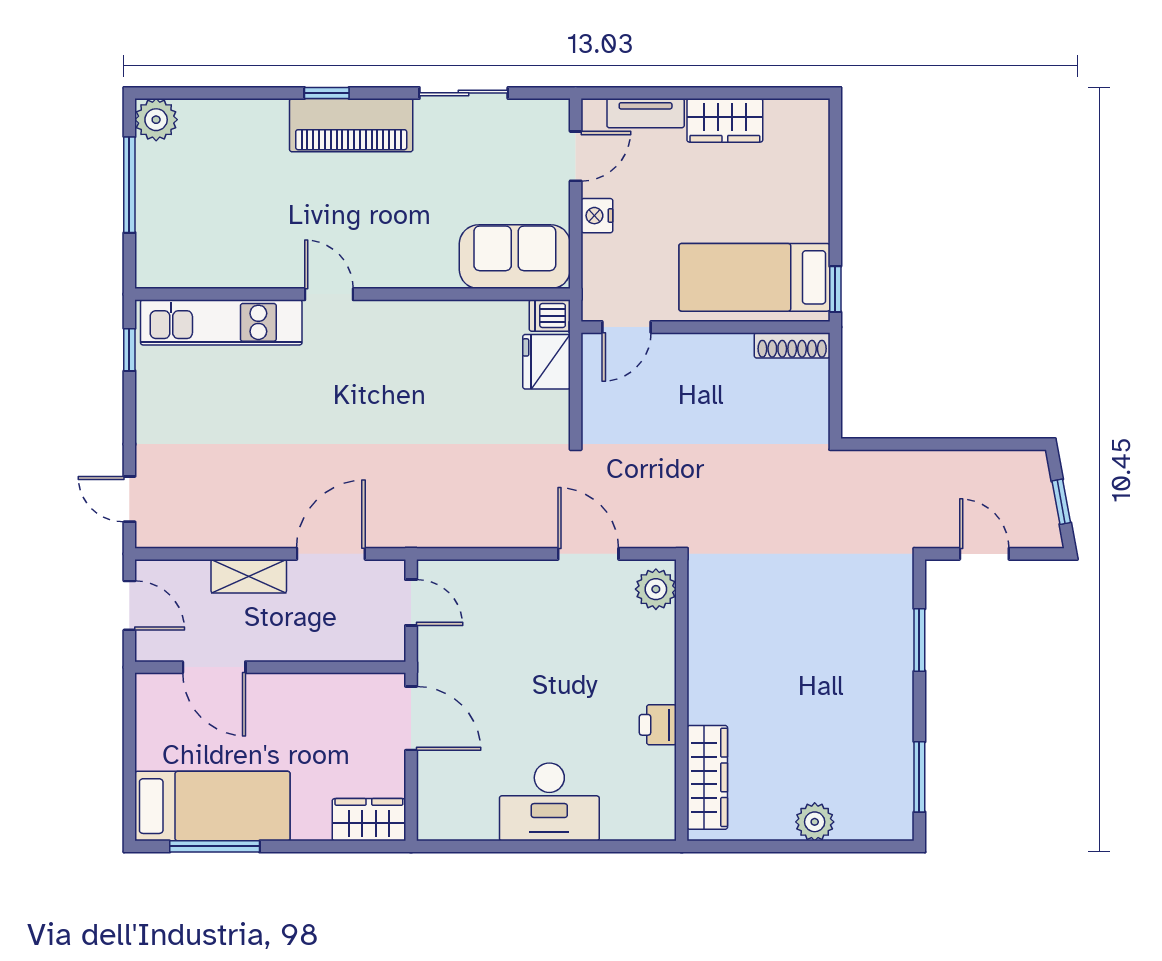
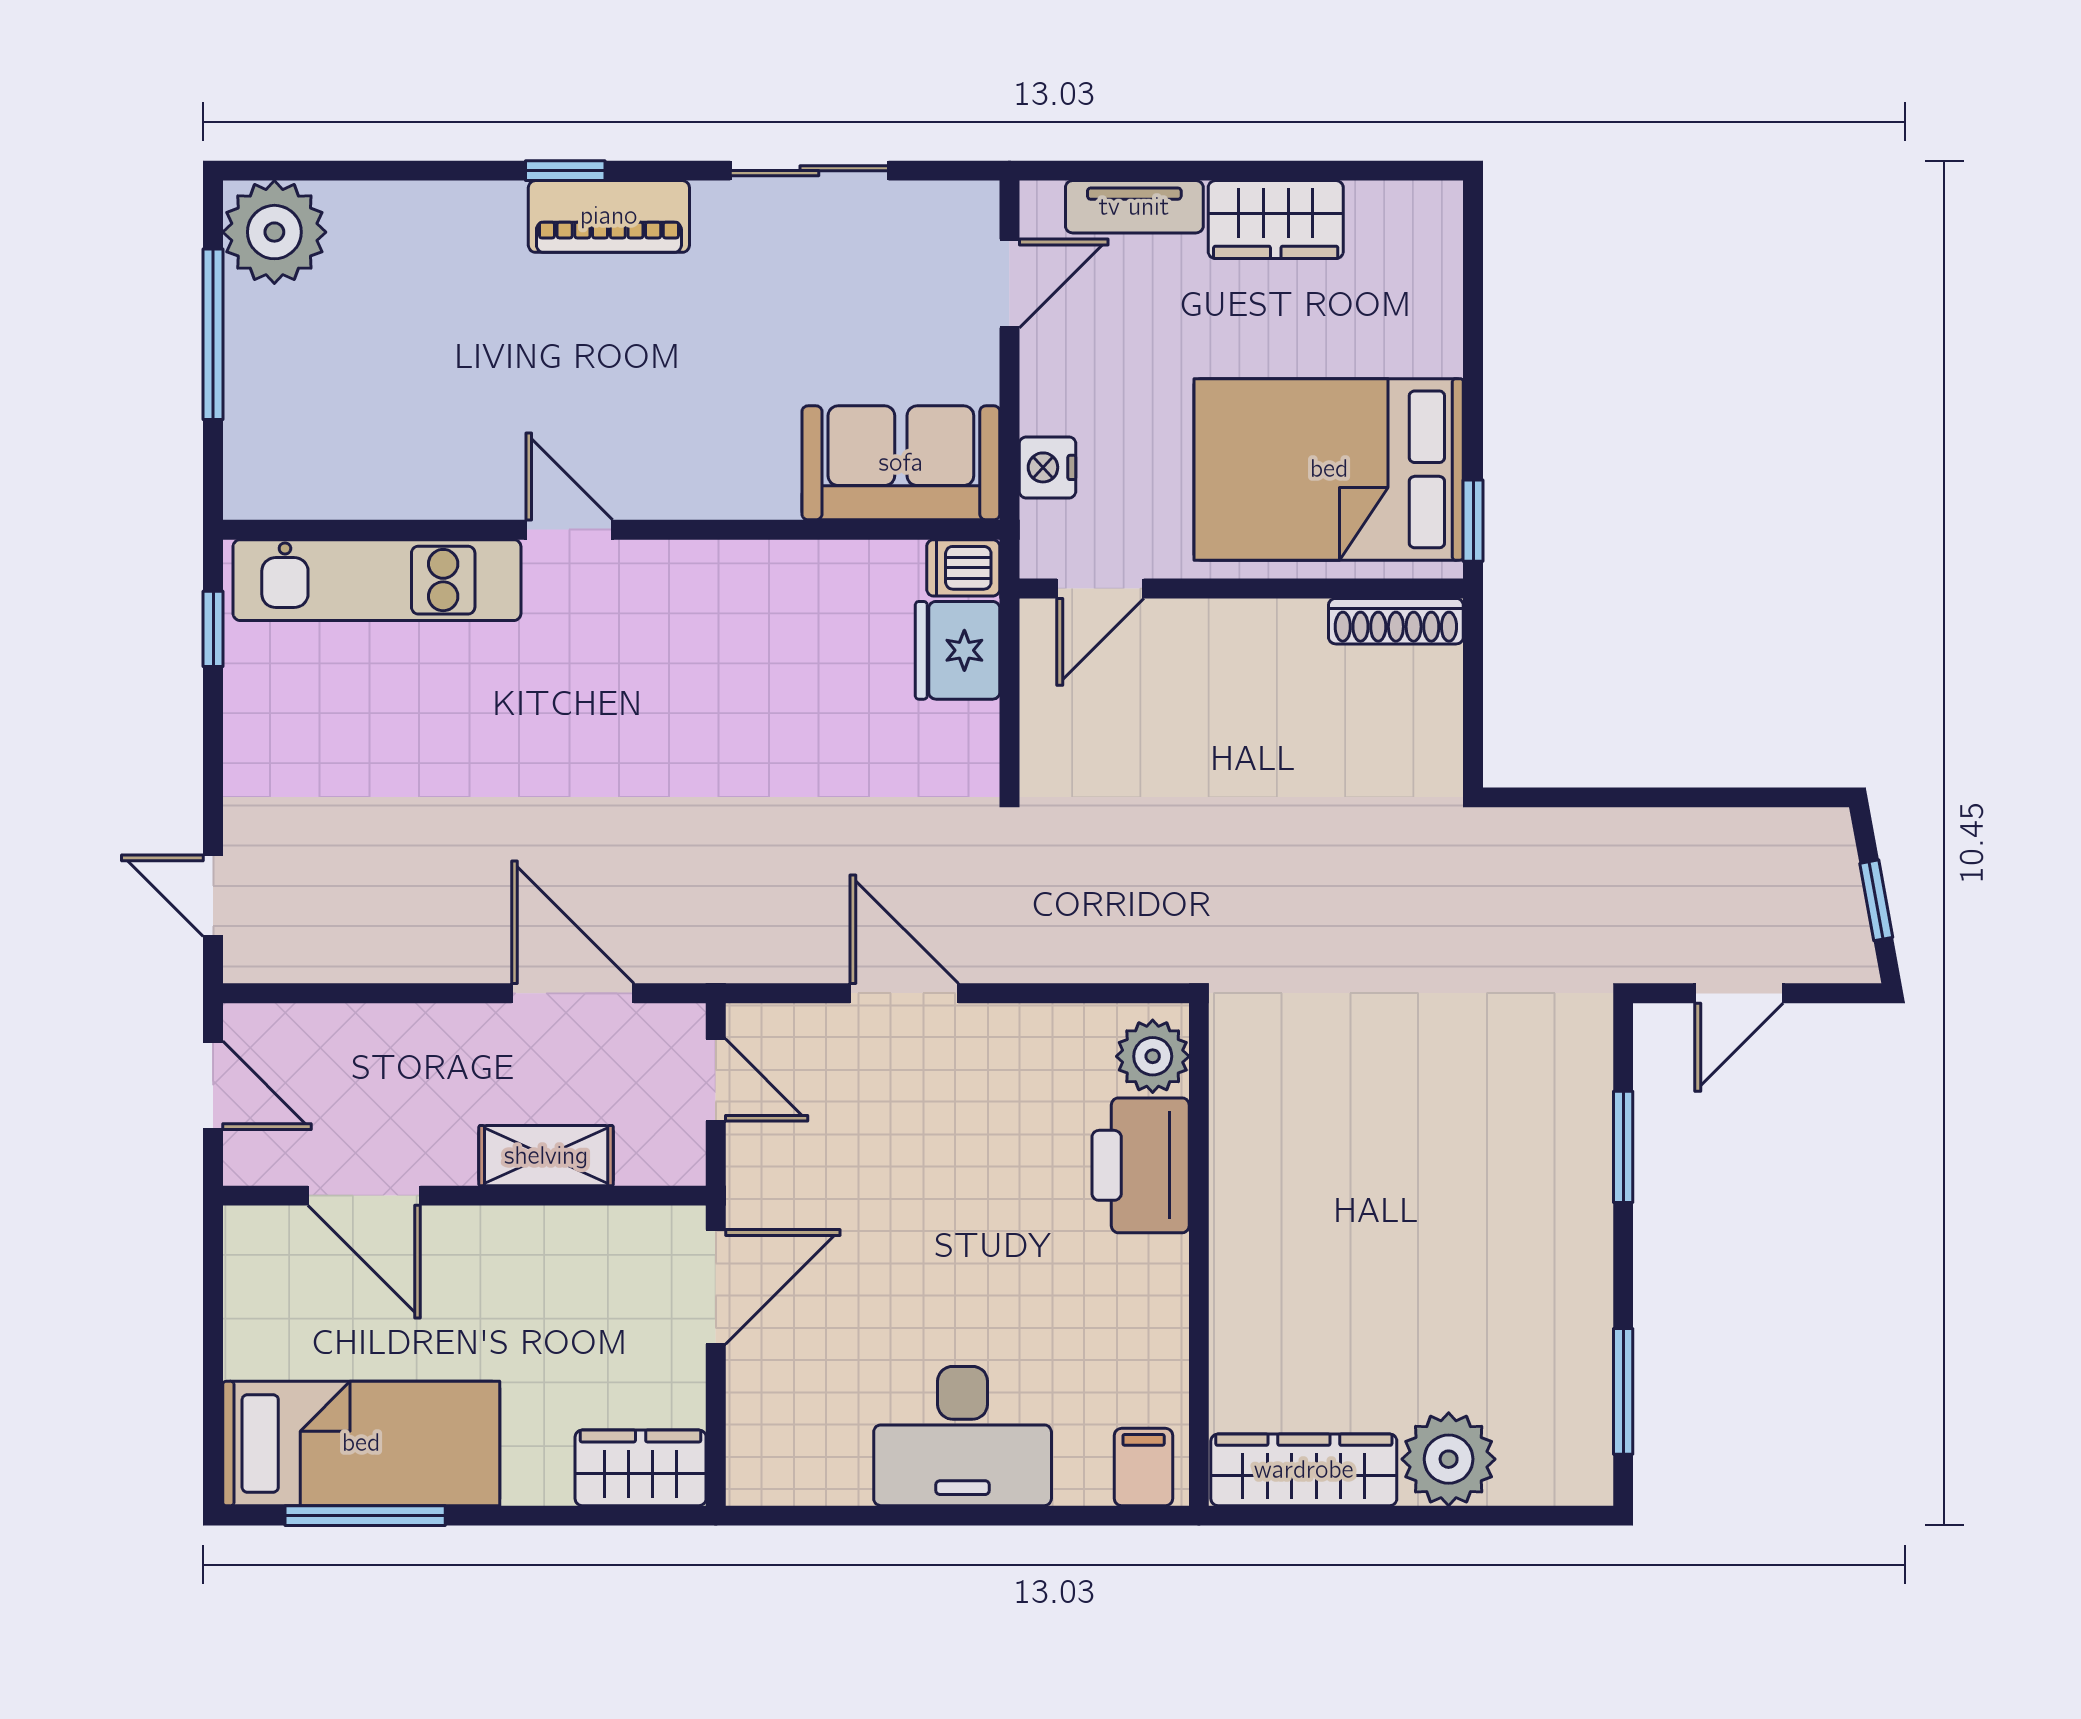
plant: (156, 120) -> (274, 232), width x1.36, depth x1.36
piano: (351, 125) -> (609, 216), width x0.73, depth x0.75
nightstand: (597, 216) -> (1048, 467), moved
bed: (754, 277) -> (1329, 469), width x1.50
door: (331, 554) -> (573, 993), hinge flipped
door: (588, 554) -> (904, 993), moved
door: (984, 554) -> (1739, 993), swing flipped
shelving: (249, 576) -> (546, 1156), moved
door: (411, 718) -> (716, 1287), hinge flipped
printer: (658, 725) -> (1141, 1165), moved, width x1.87, depth x1.48
wardrobe: (707, 777) -> (1304, 1470), moved, turned -90
filing cabinet: (651, 819) -> (1144, 1467), added
plant: (815, 822) -> (1449, 1459), width x1.36, depth x1.36

